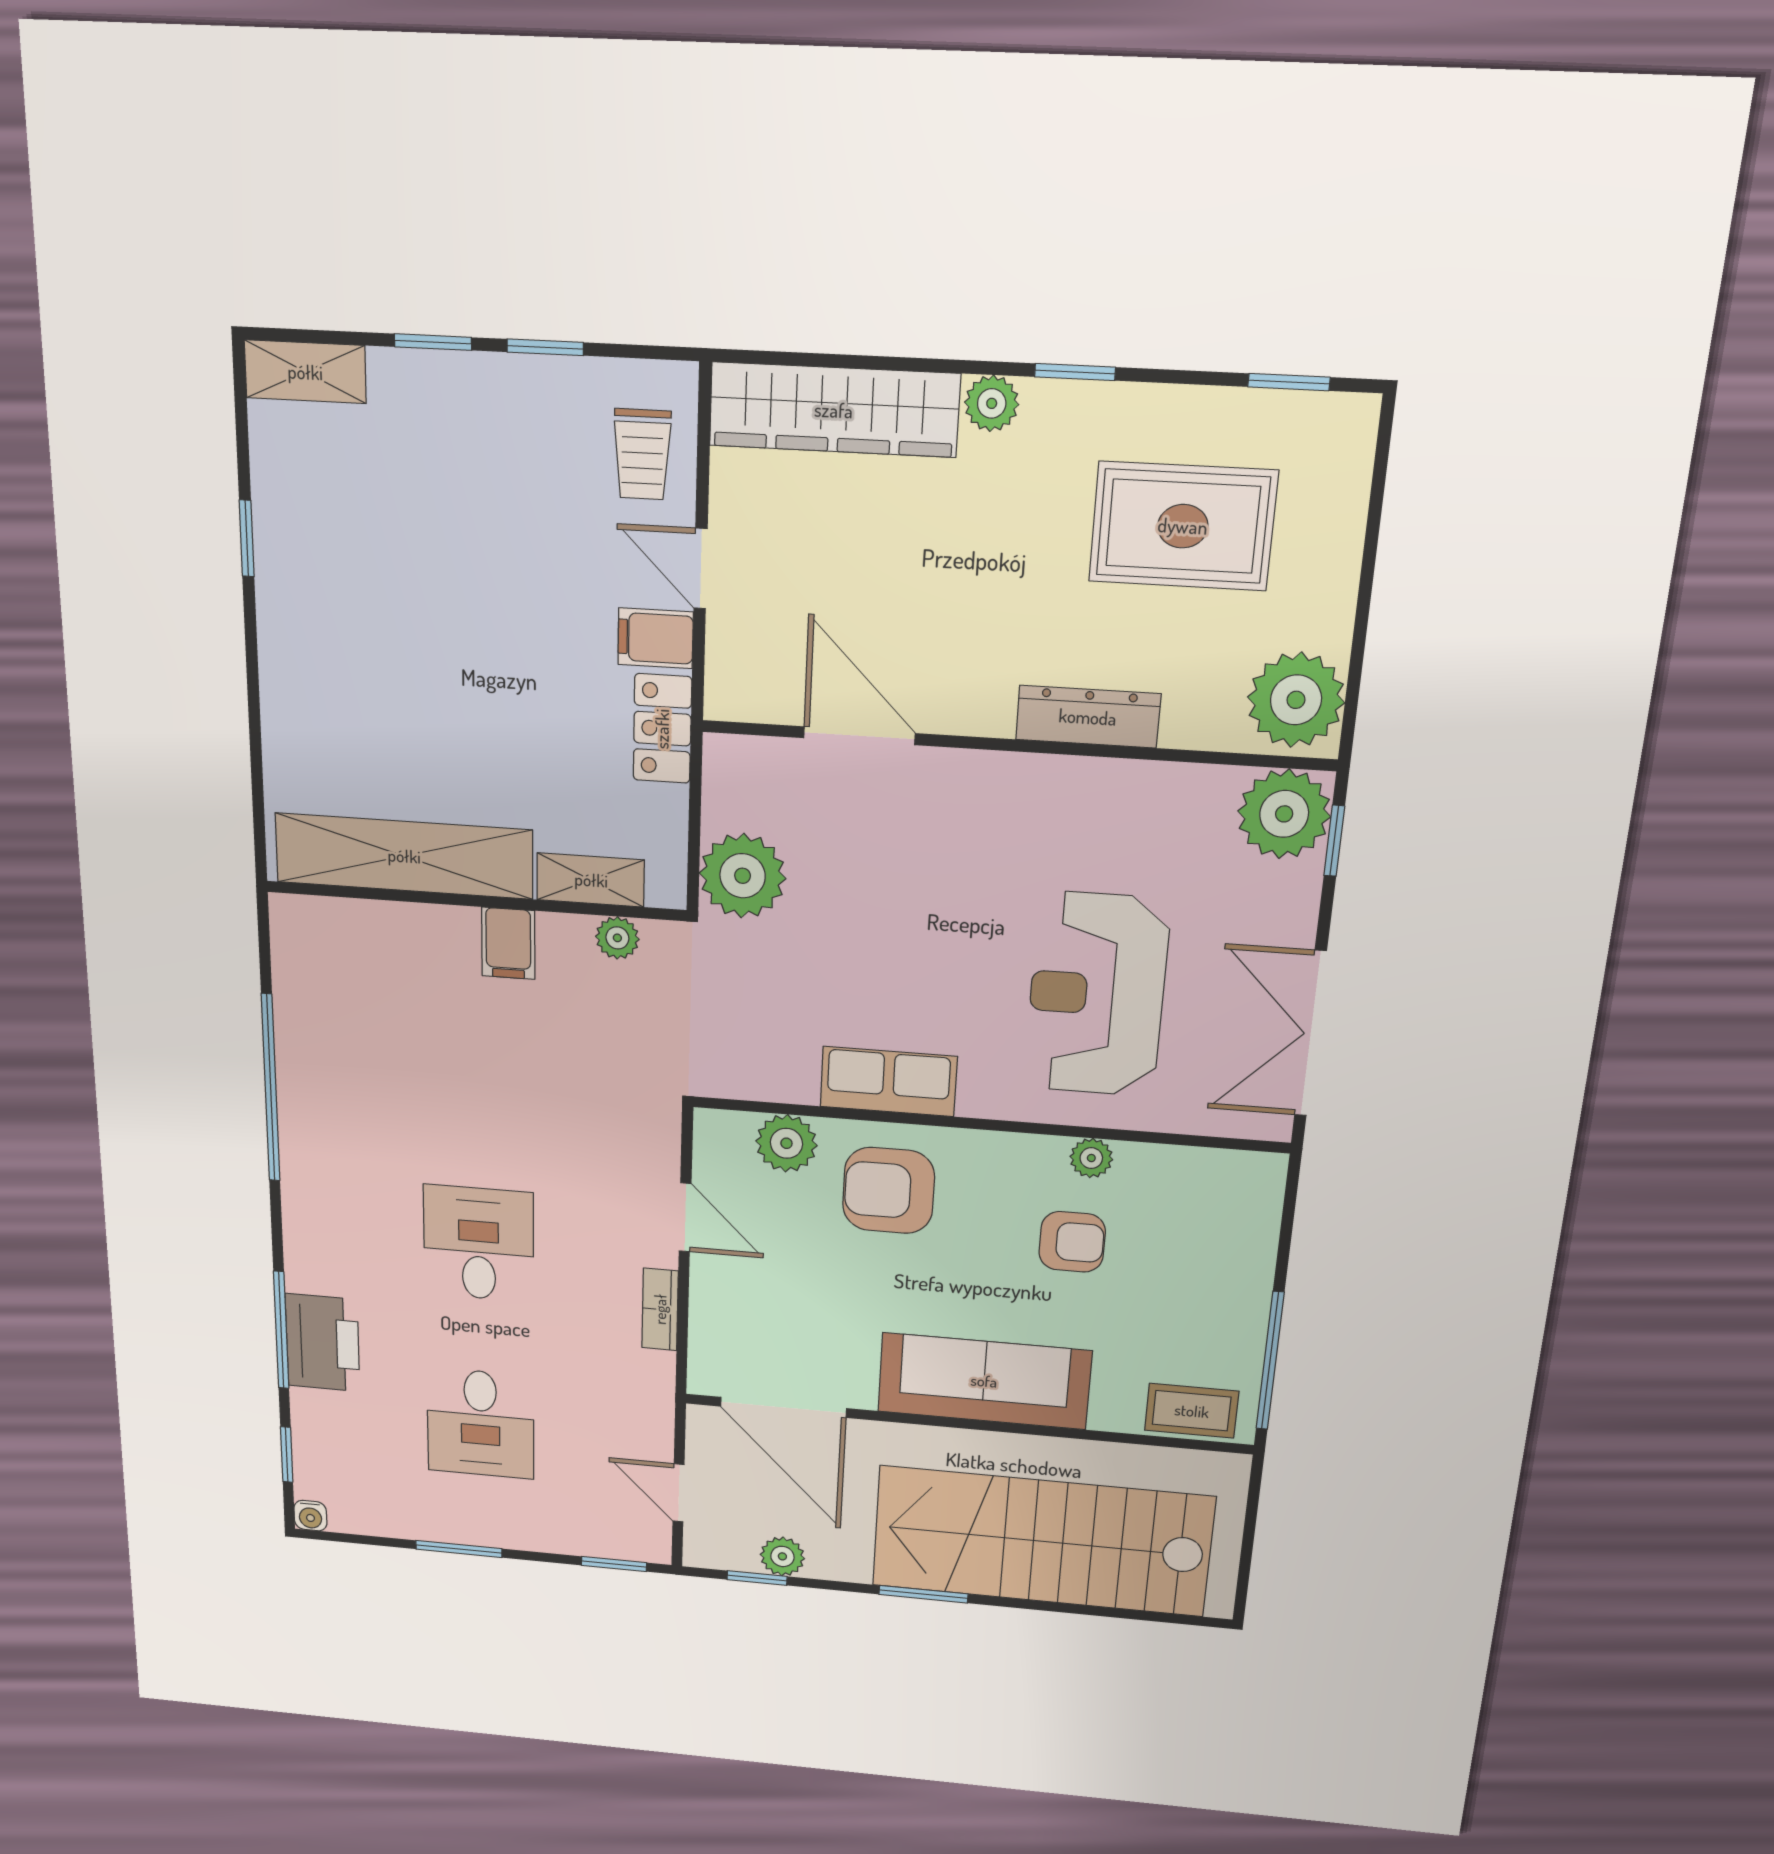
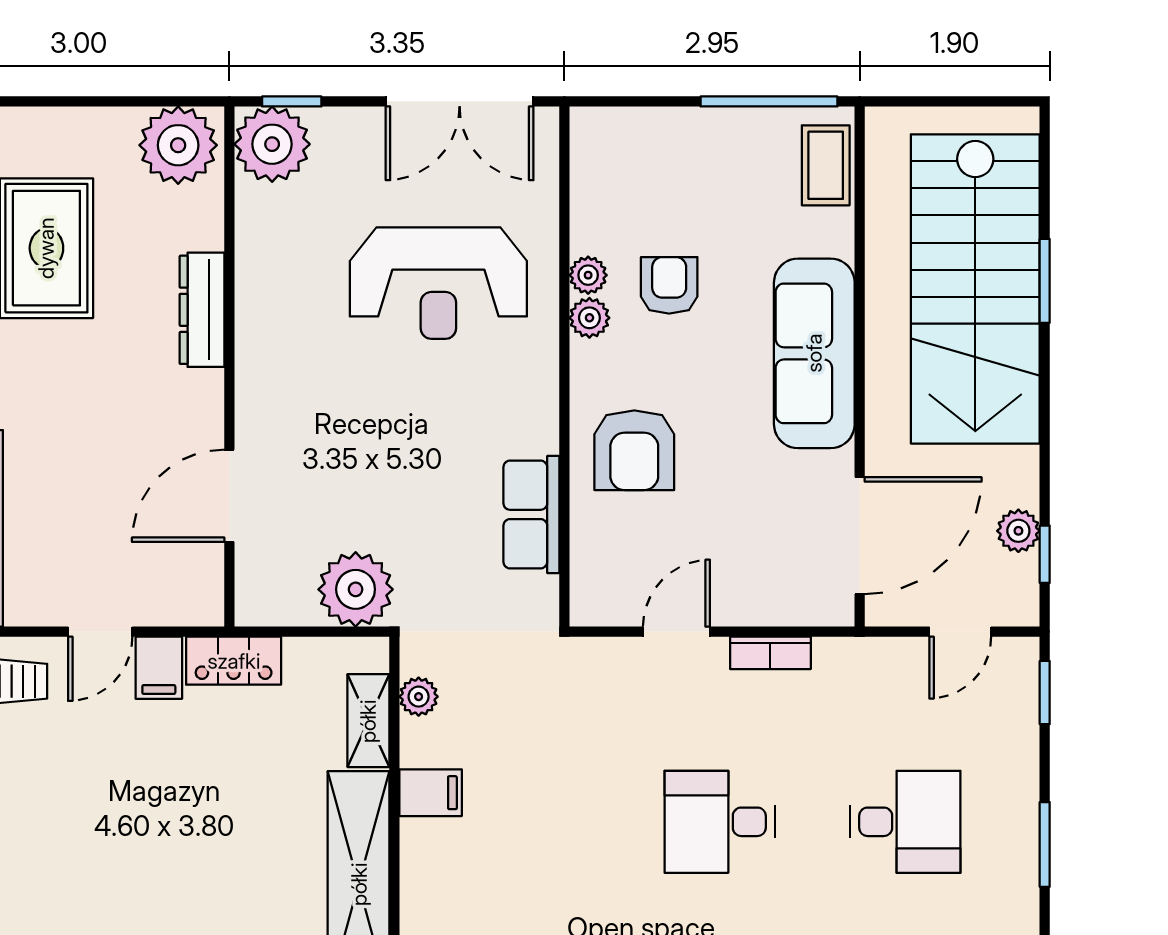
row of seats: (888, 1081) -> (531, 514), moved
plant: (786, 1143) -> (589, 318), moved, width x0.73, depth x0.73
window: (923, 1594) -> (1045, 281), moved

